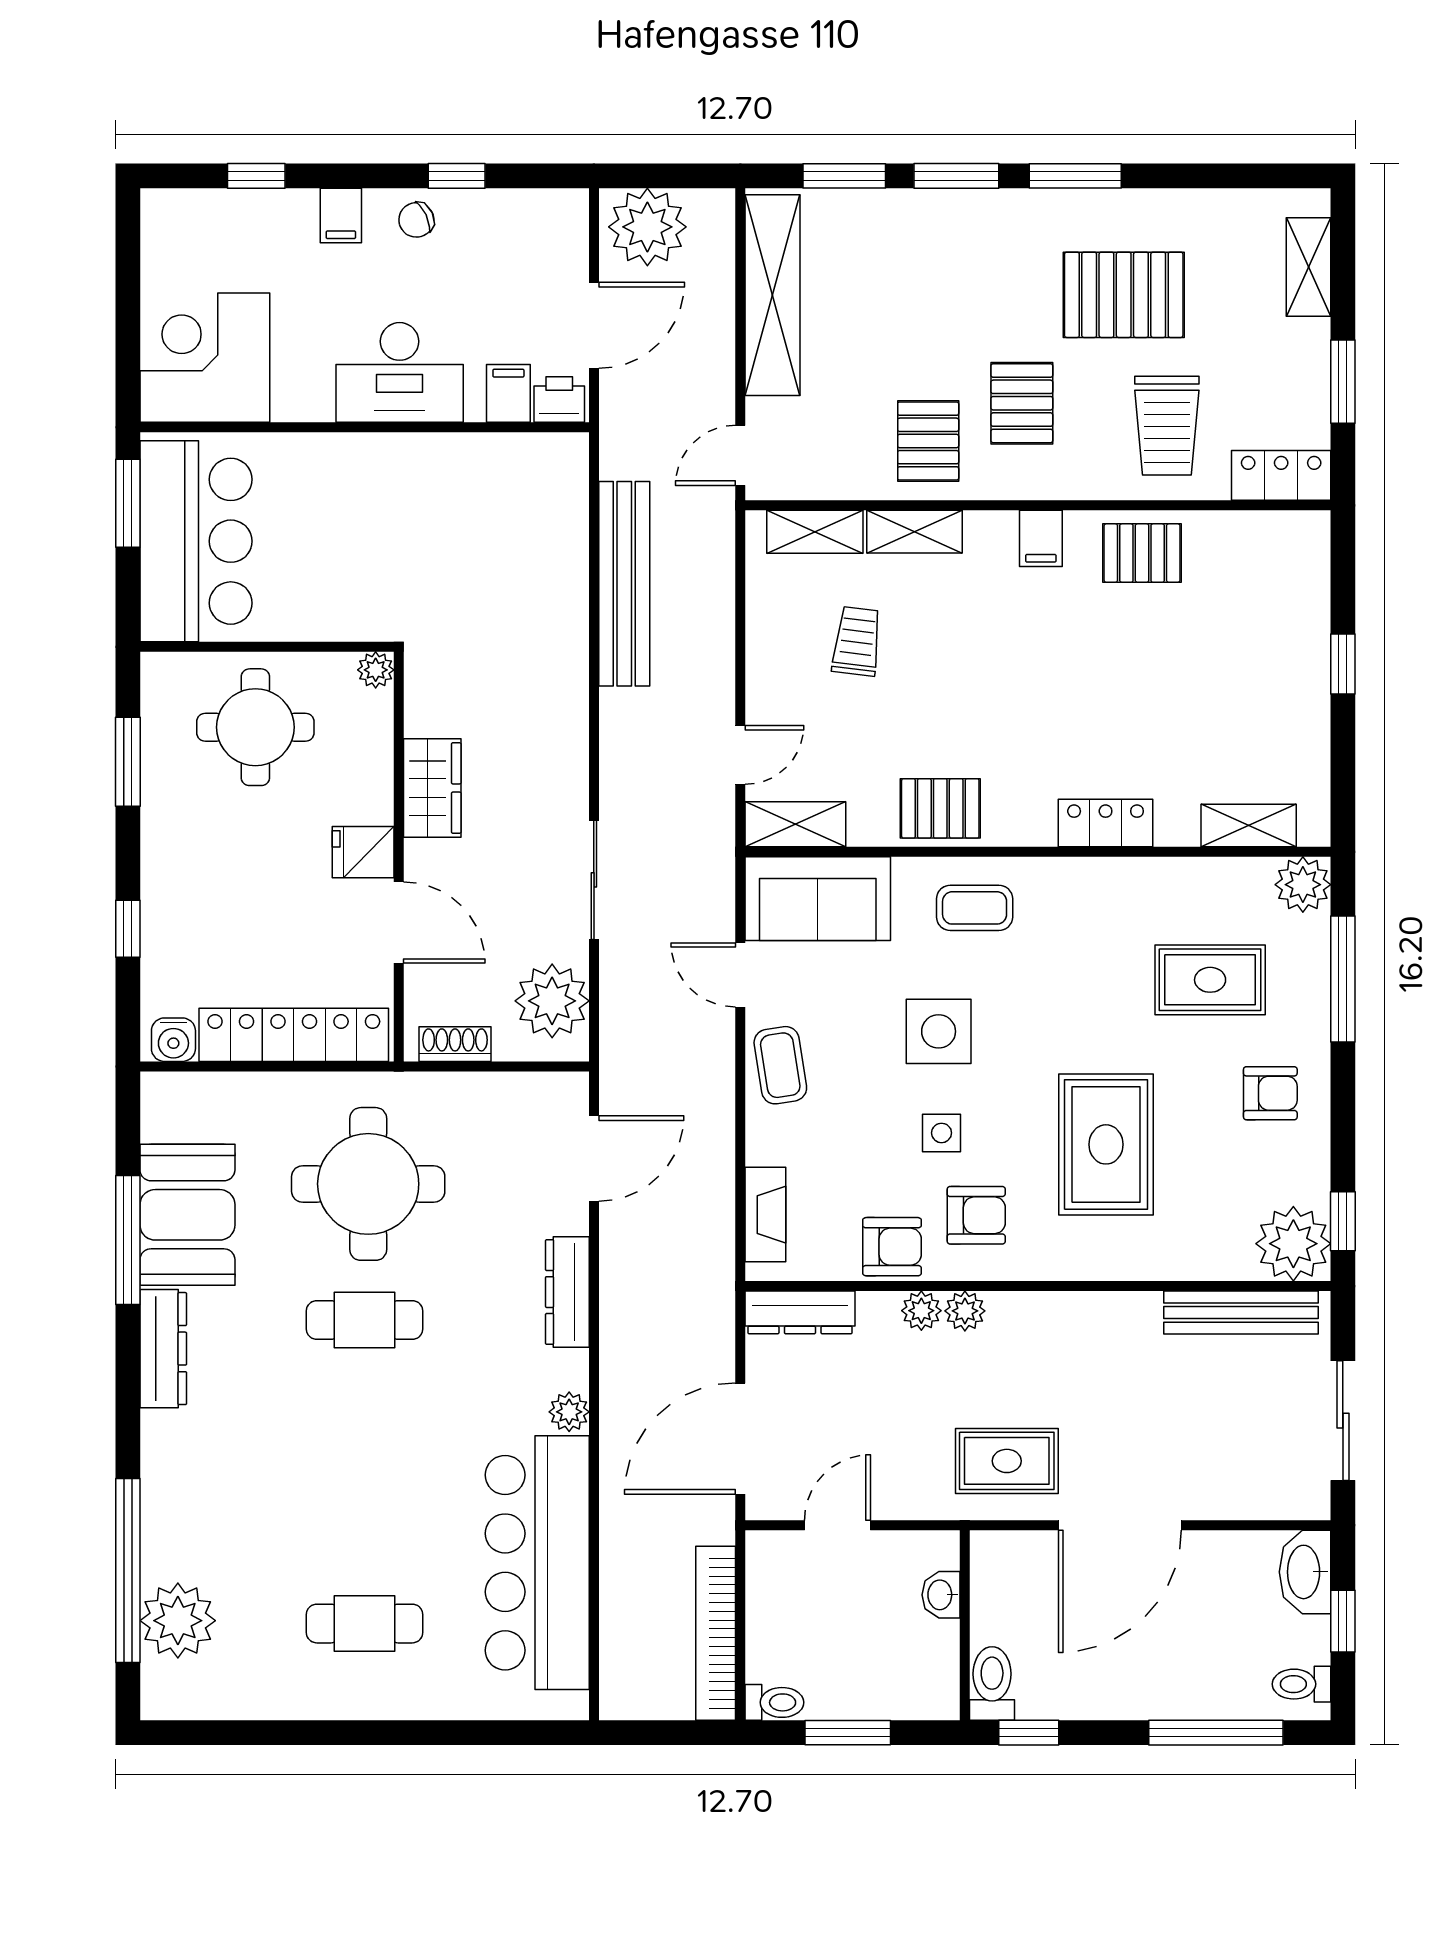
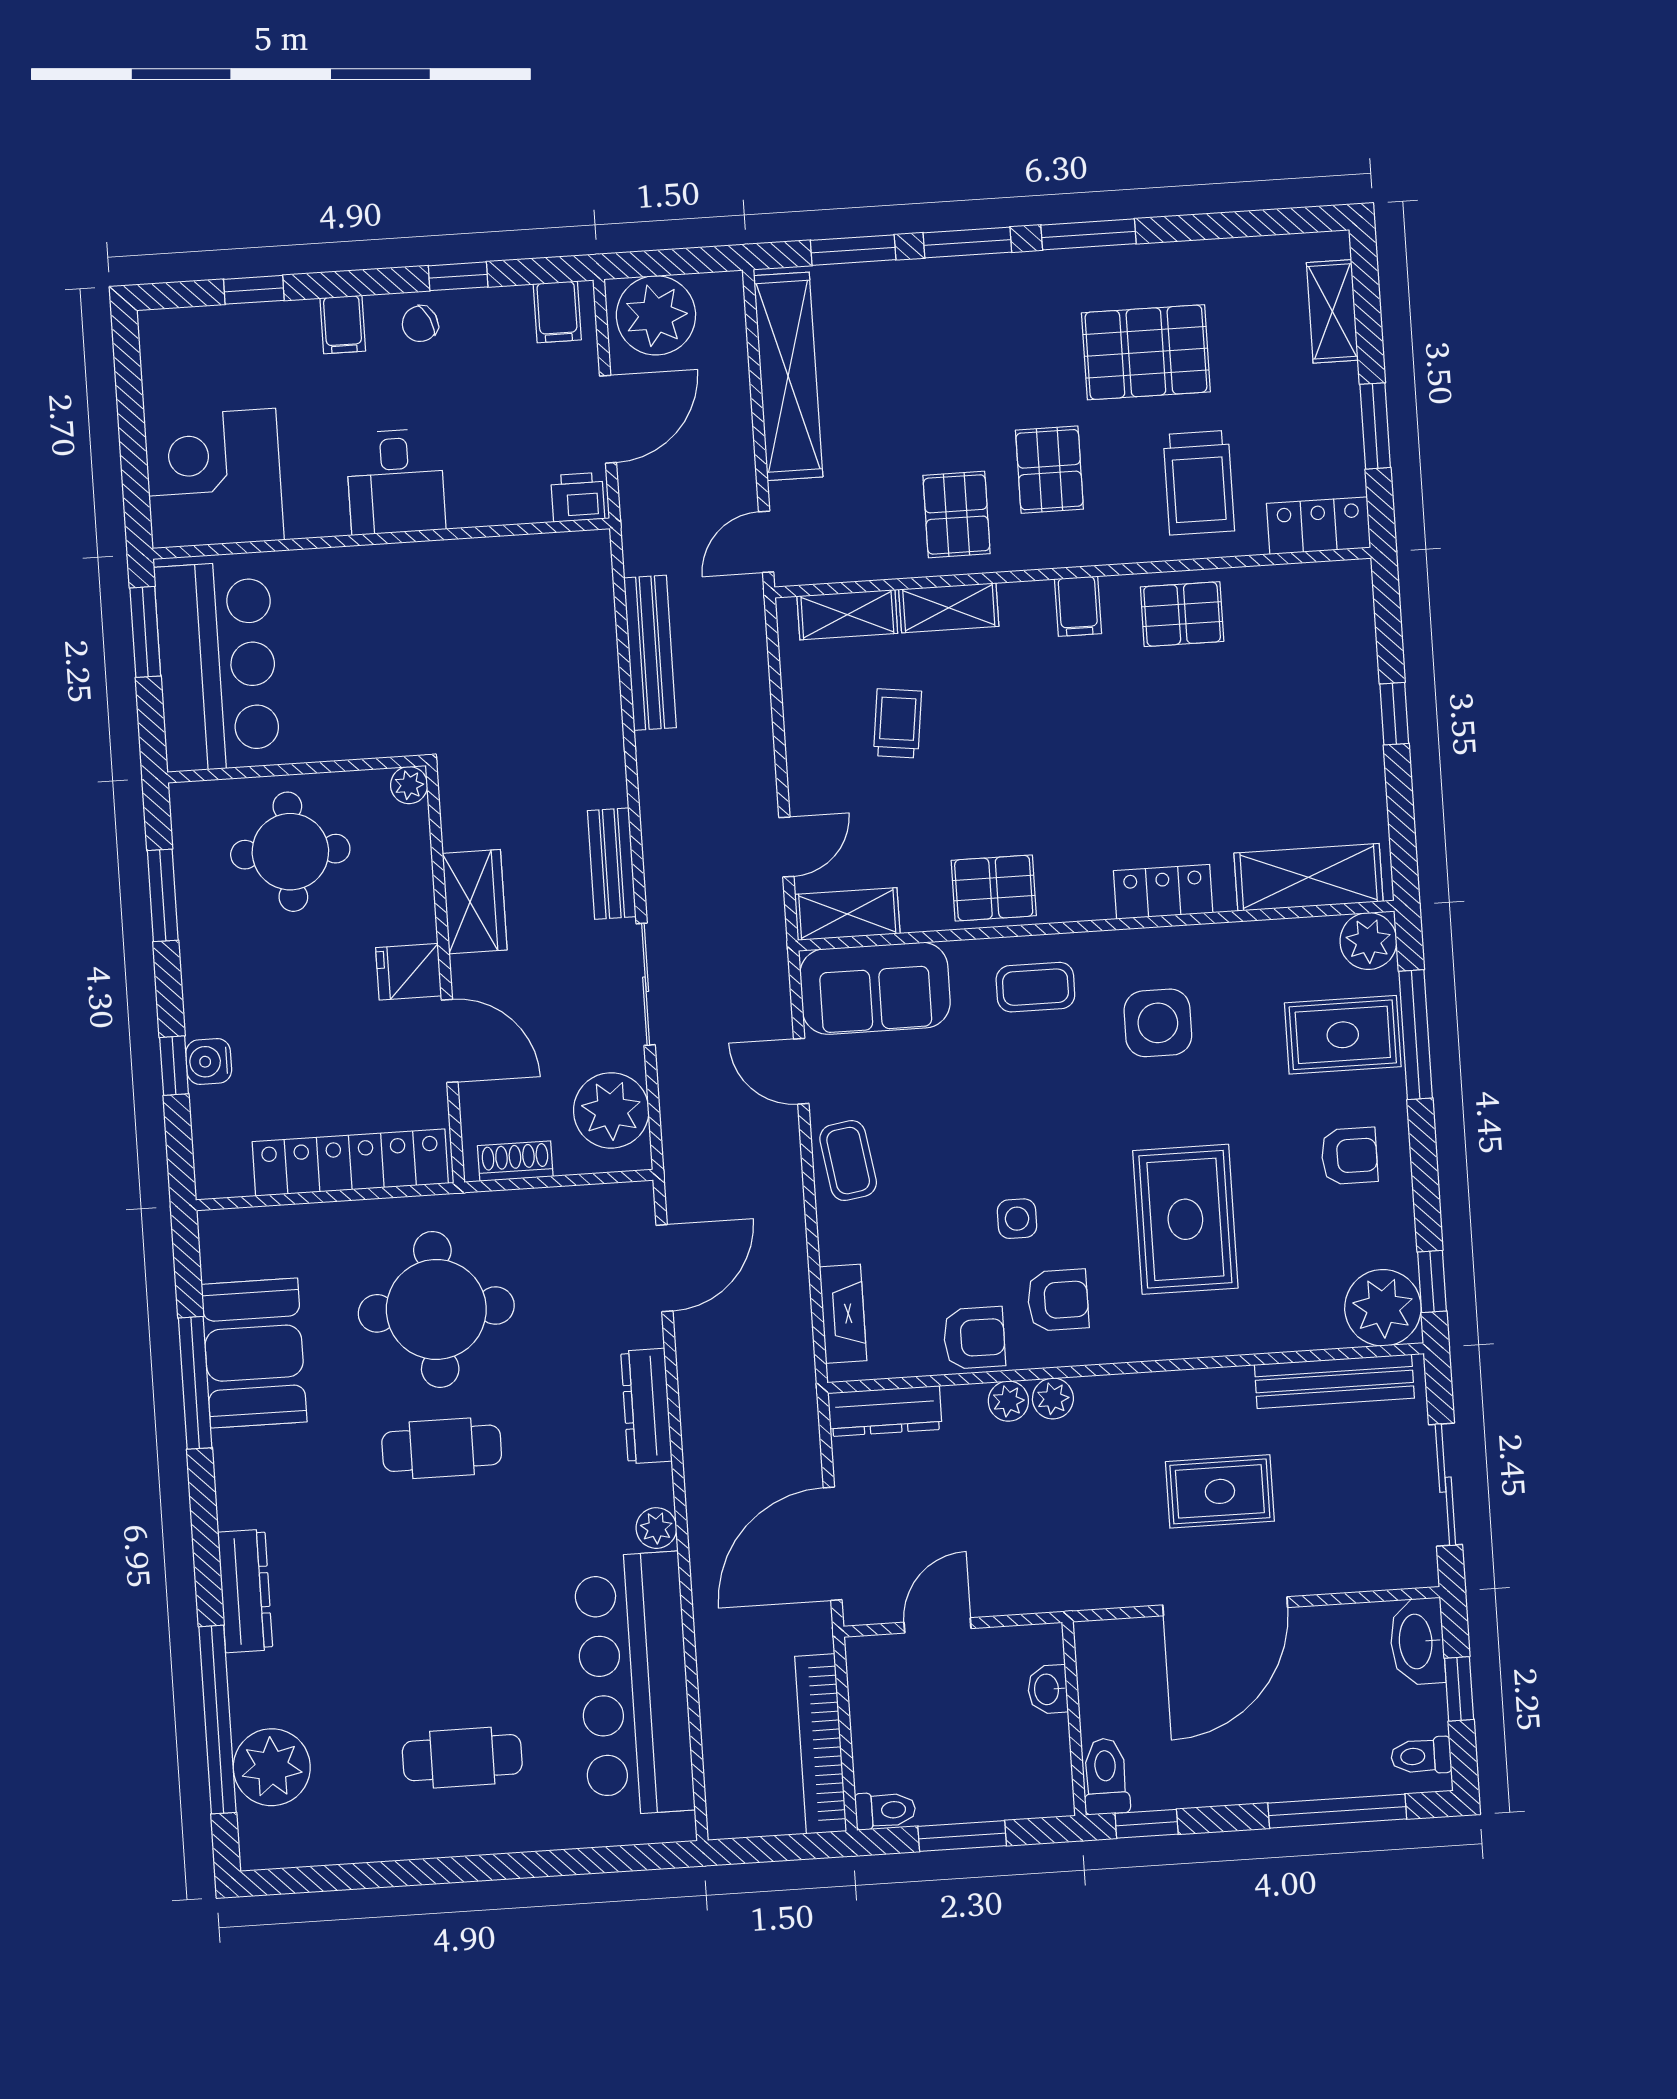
desk: (400, 372) -> (396, 482), width x0.73
filing cabinet: (508, 393) -> (557, 312), moved, turned 180
bench: (624, 584) -> (650, 653), width x0.73, depth x0.82
bench: (569, 760) -> (612, 864), added
shelving: (1249, 826) -> (1309, 877), width x1.50, depth x1.33
rug: (1210, 980) -> (1343, 1035), moved
side table: (939, 1031) -> (1158, 1023), moved
water cooler: (173, 1040) -> (209, 1061), moved, turned 90
dresser: (163, 1349) -> (245, 1591), moved
rug: (1007, 1461) -> (1220, 1491), moved

